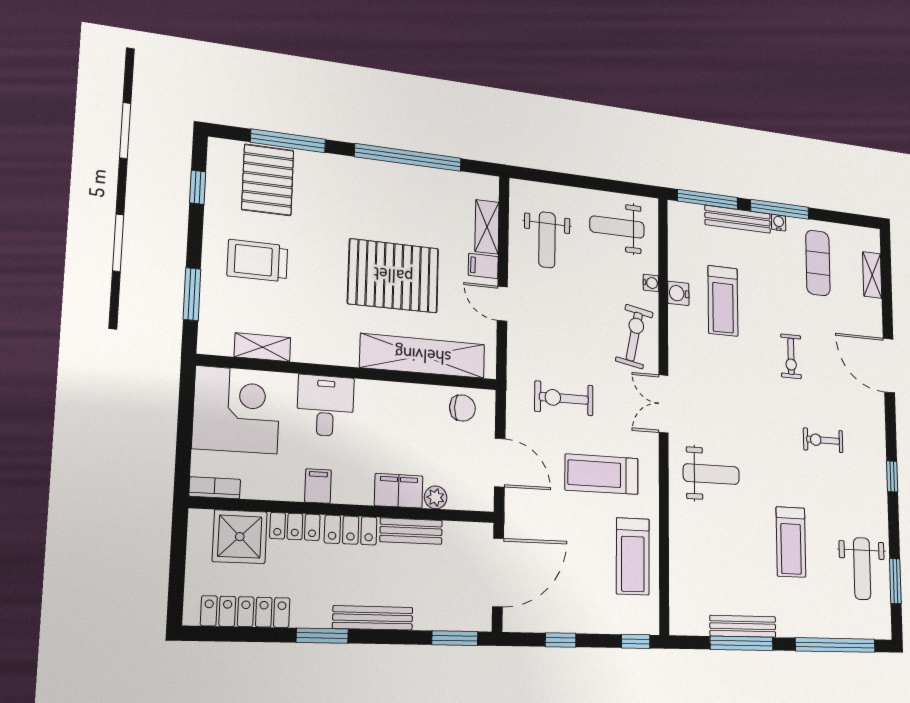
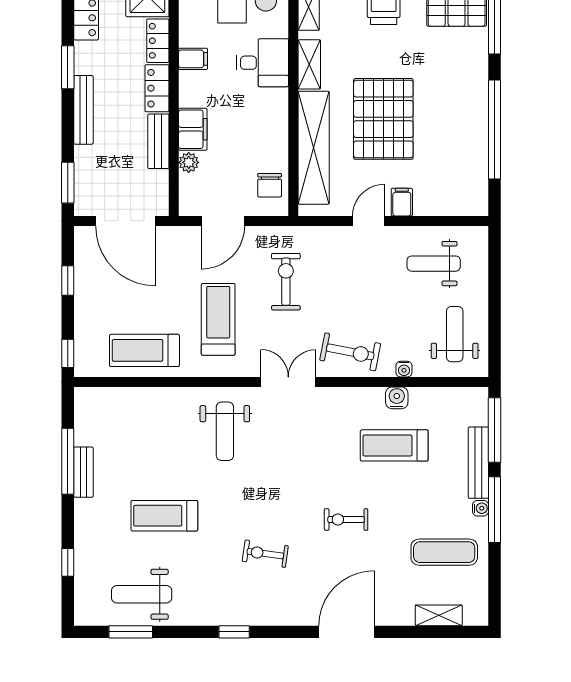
shelving: (487, 227) -> (309, 64), moved, turned 90
exercise bike: (823, 440) -> (265, 554), turned -82
bench: (743, 626) -> (83, 472), width x0.73
window: (835, 645) -> (68, 562), width x0.32

